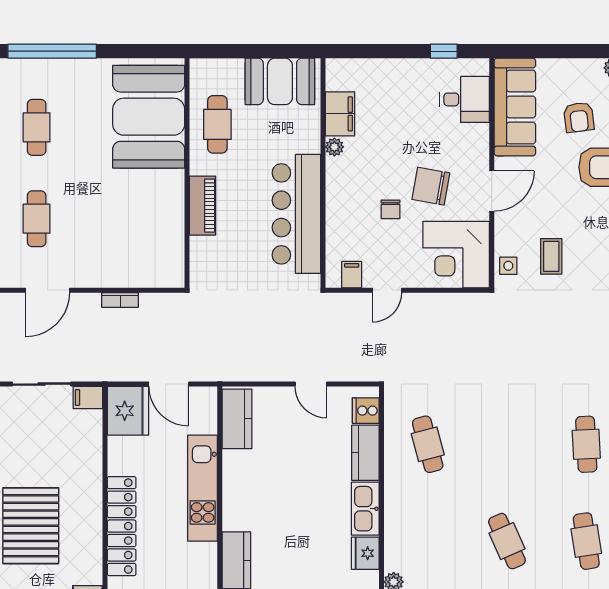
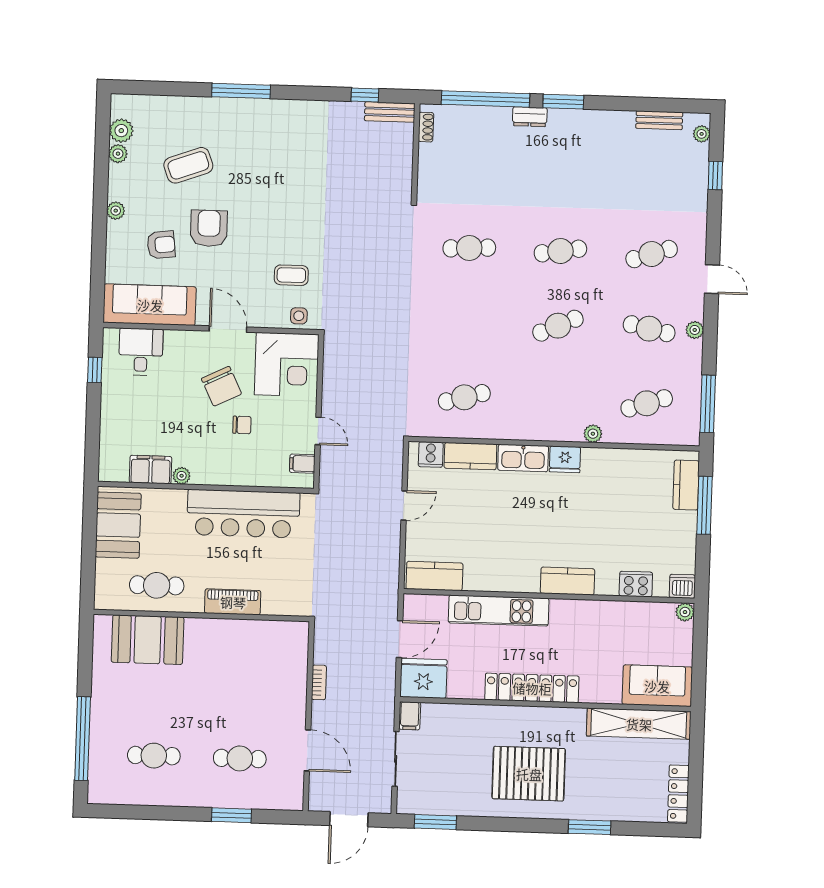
booth: (149, 117) -> (148, 640), width x0.73, depth x0.70
chair: (431, 186) -> (221, 386), turned -36

